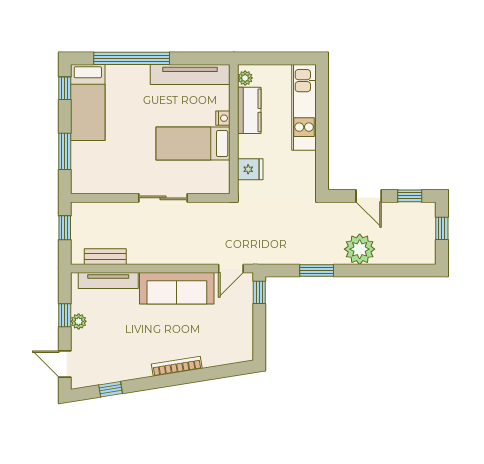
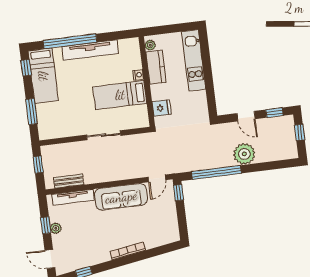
tv unit: (190, 74) -> (90, 50), moved
window: (317, 270) -> (216, 172), width x2.11

